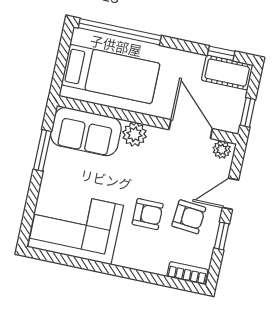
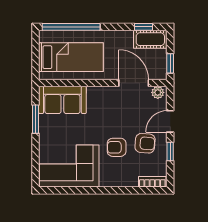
plant: (135, 134) -> (96, 95), removed
armchair: (148, 214) -> (117, 147), turned 180

